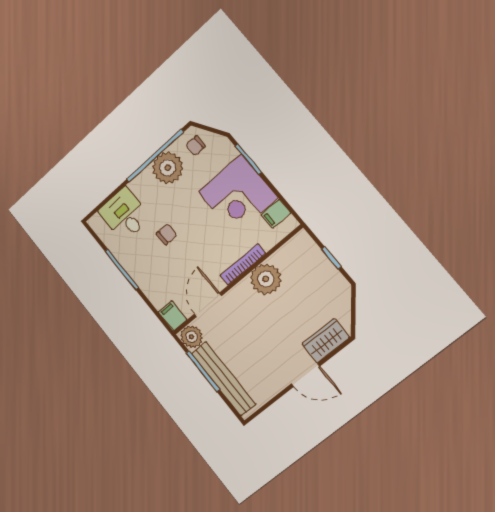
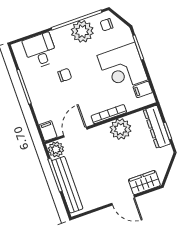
dresser: (314, 258) -> (157, 127), added

